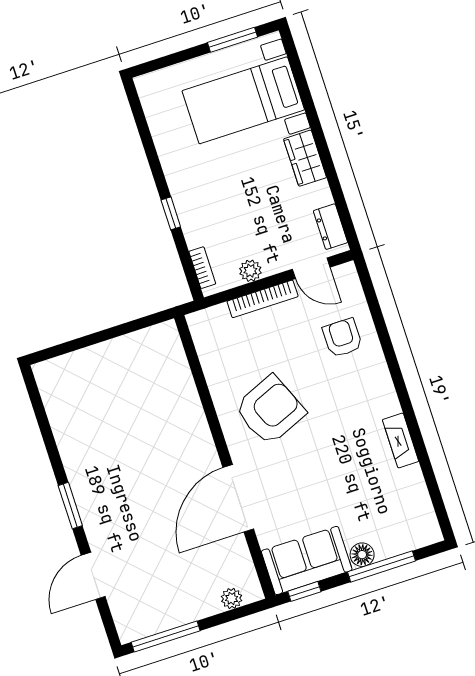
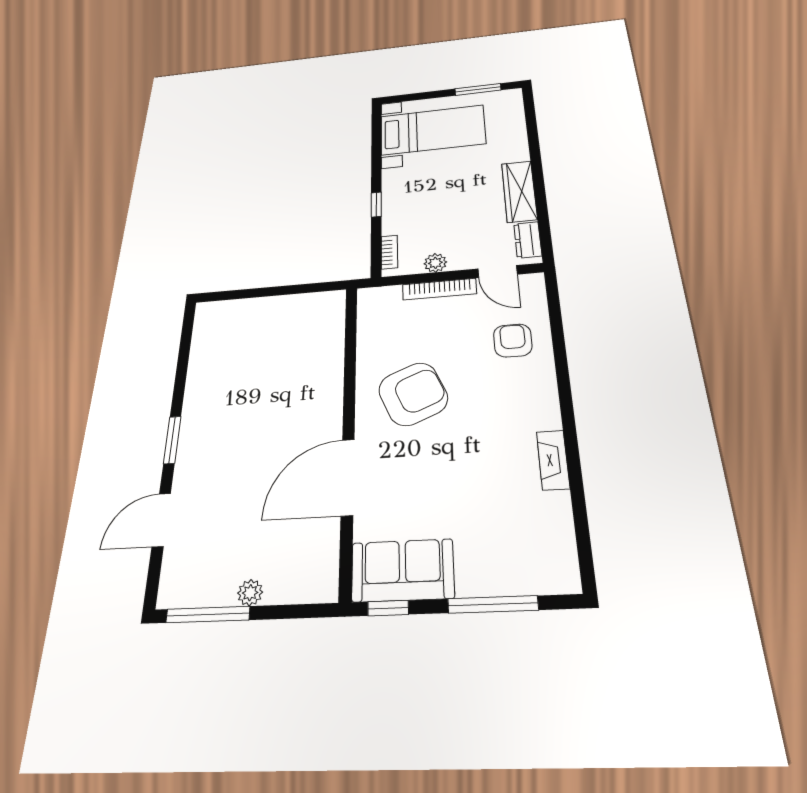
bed with nightstands: (243, 100) -> (432, 130), moved, turned 180
wardrobe: (305, 158) -> (519, 191), width x1.50
floor lamp: (362, 555) -> (472, 582), removed
plant: (232, 598) -> (250, 593), moved

